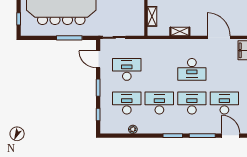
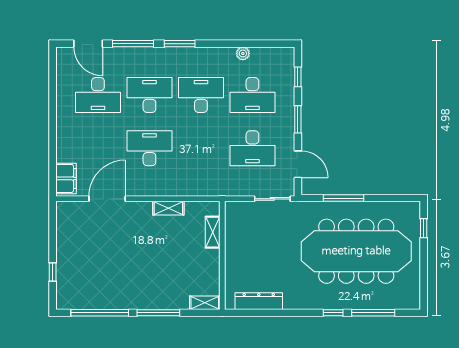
door: (219, 37) -> (107, 199), swing flipped
desk: (159, 103) -> (201, 95), turned 180
desk: (192, 103) -> (149, 95), turned 180

